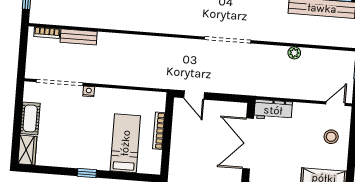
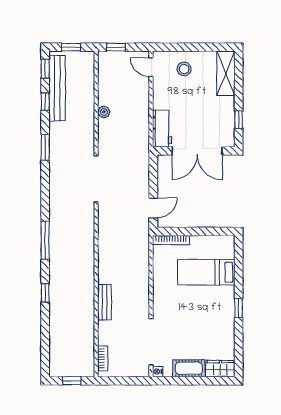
bench: (79, 37) -> (105, 302), moved
nightstand: (89, 91) -> (158, 372), moved
bookcase: (159, 131) -> (171, 240), moved

